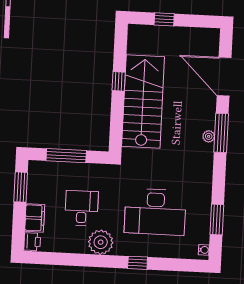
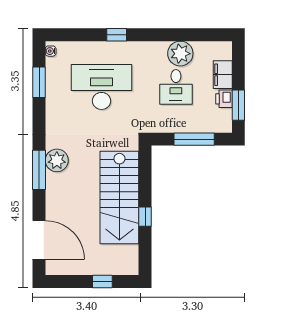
door: (224, 77) -> (39, 240), moved
plant: (209, 136) -> (57, 160), width x1.88, depth x1.88
printer: (32, 242) -> (224, 99), moved
plant: (101, 242) -> (180, 54), moved

